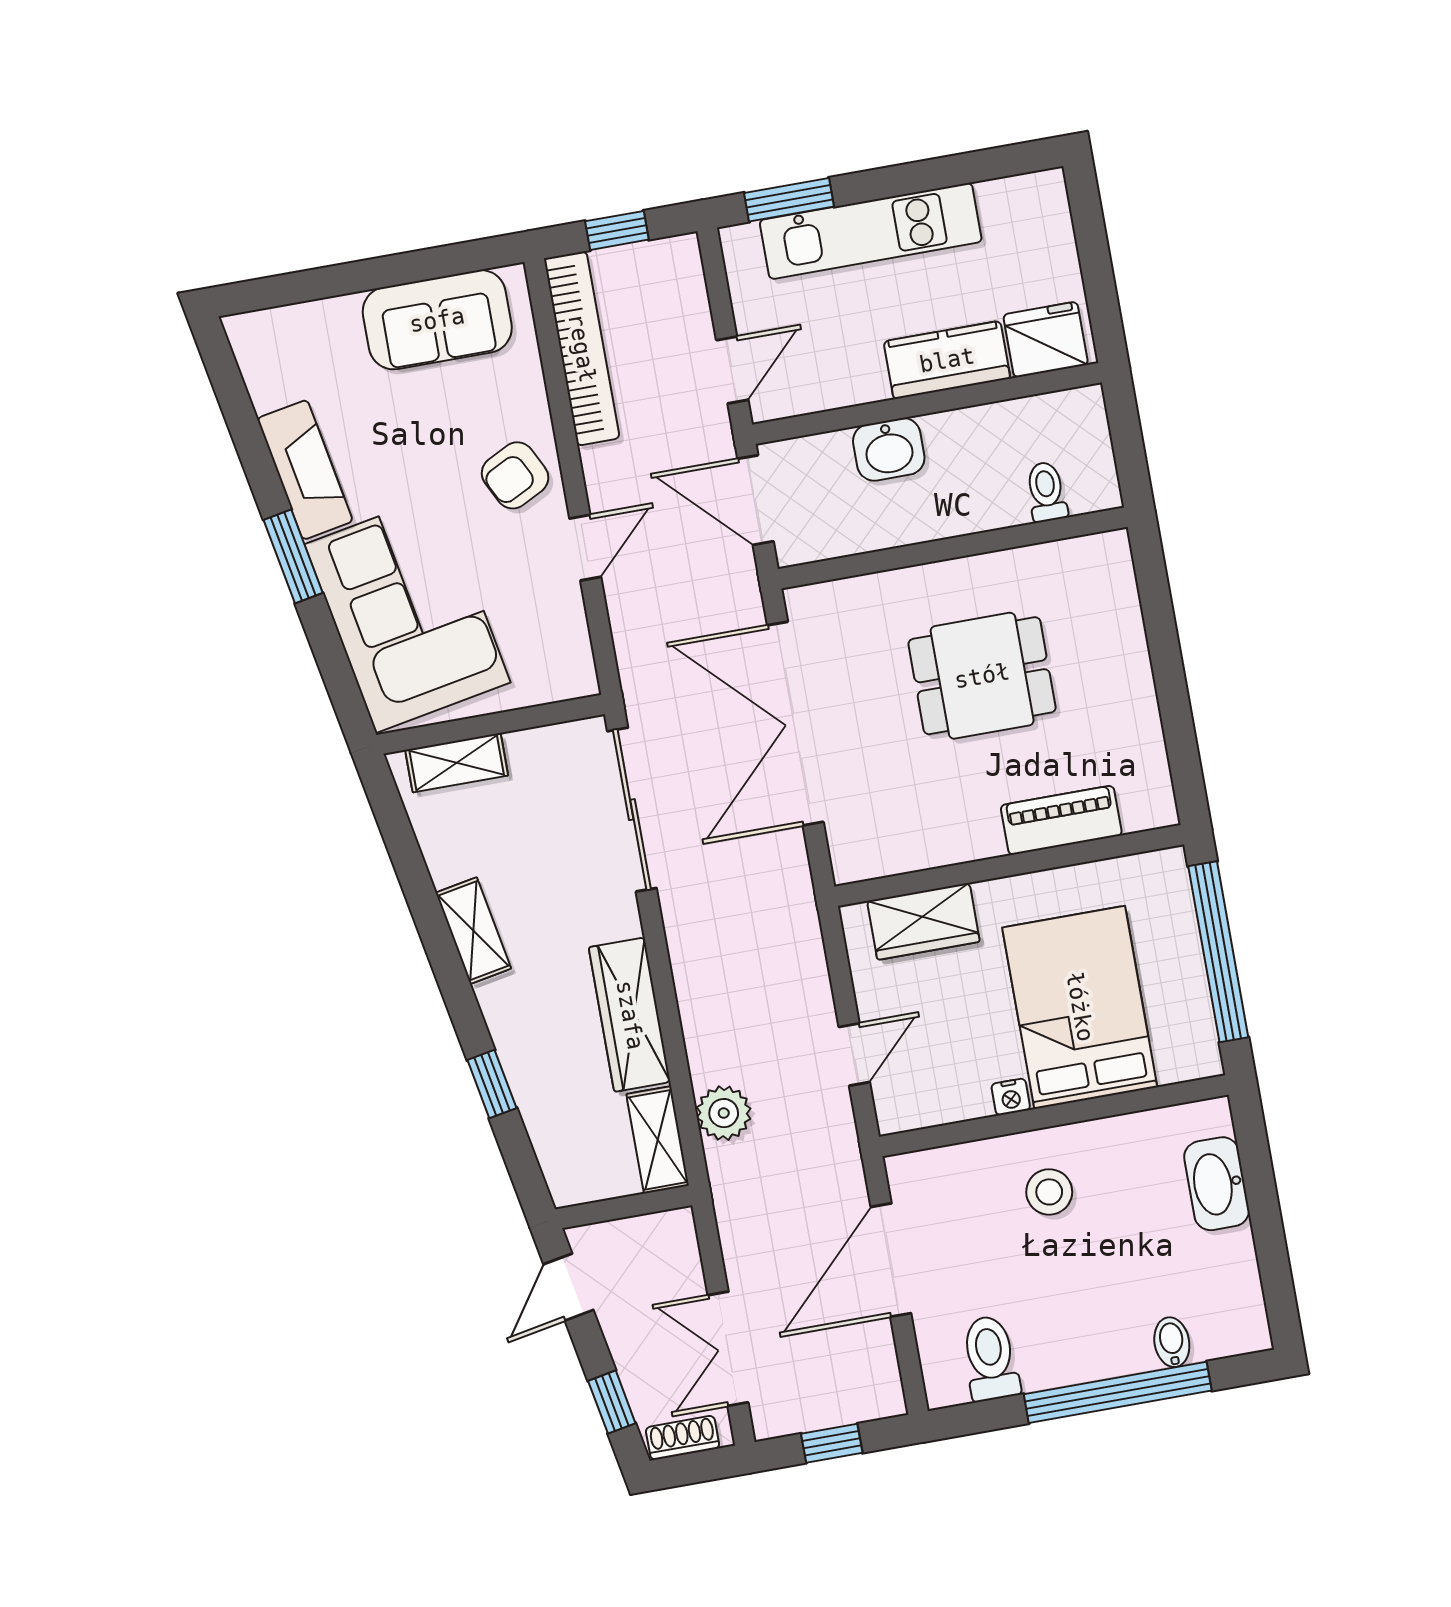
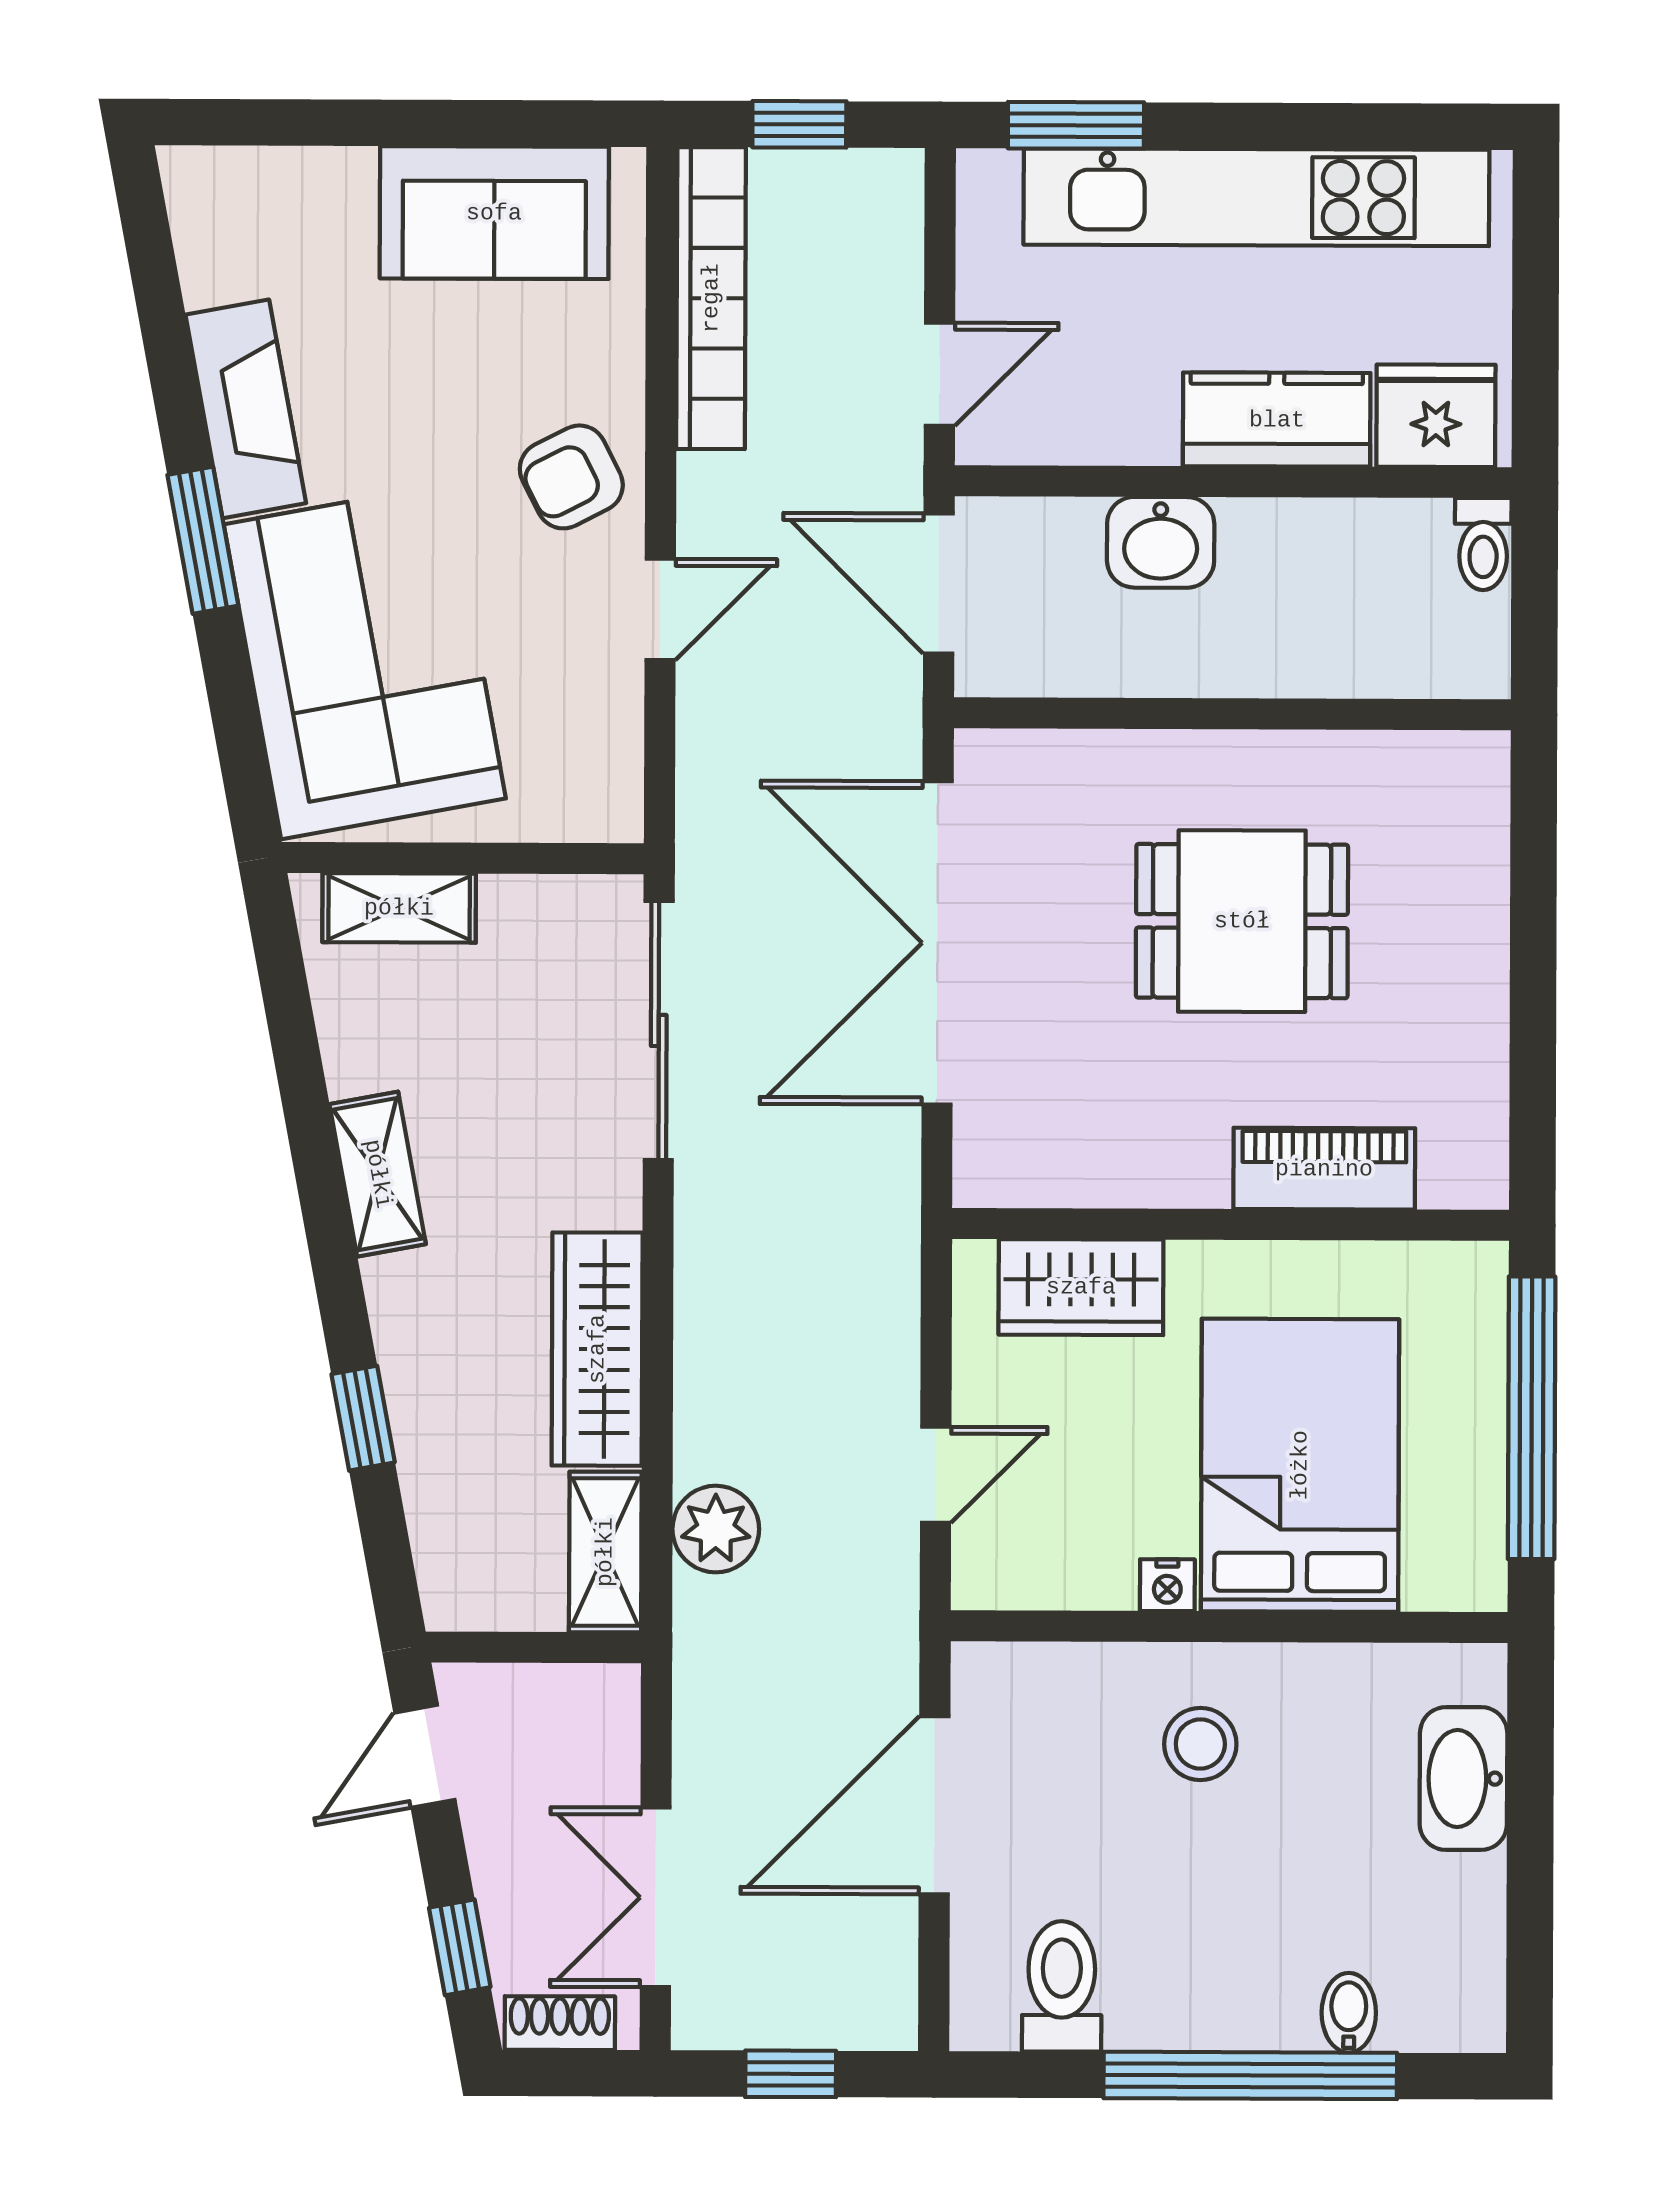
kitchen unit: (871, 231) -> (1256, 197), width x1.36
toilet: (1046, 492) -> (1483, 544), moved, turned 180

